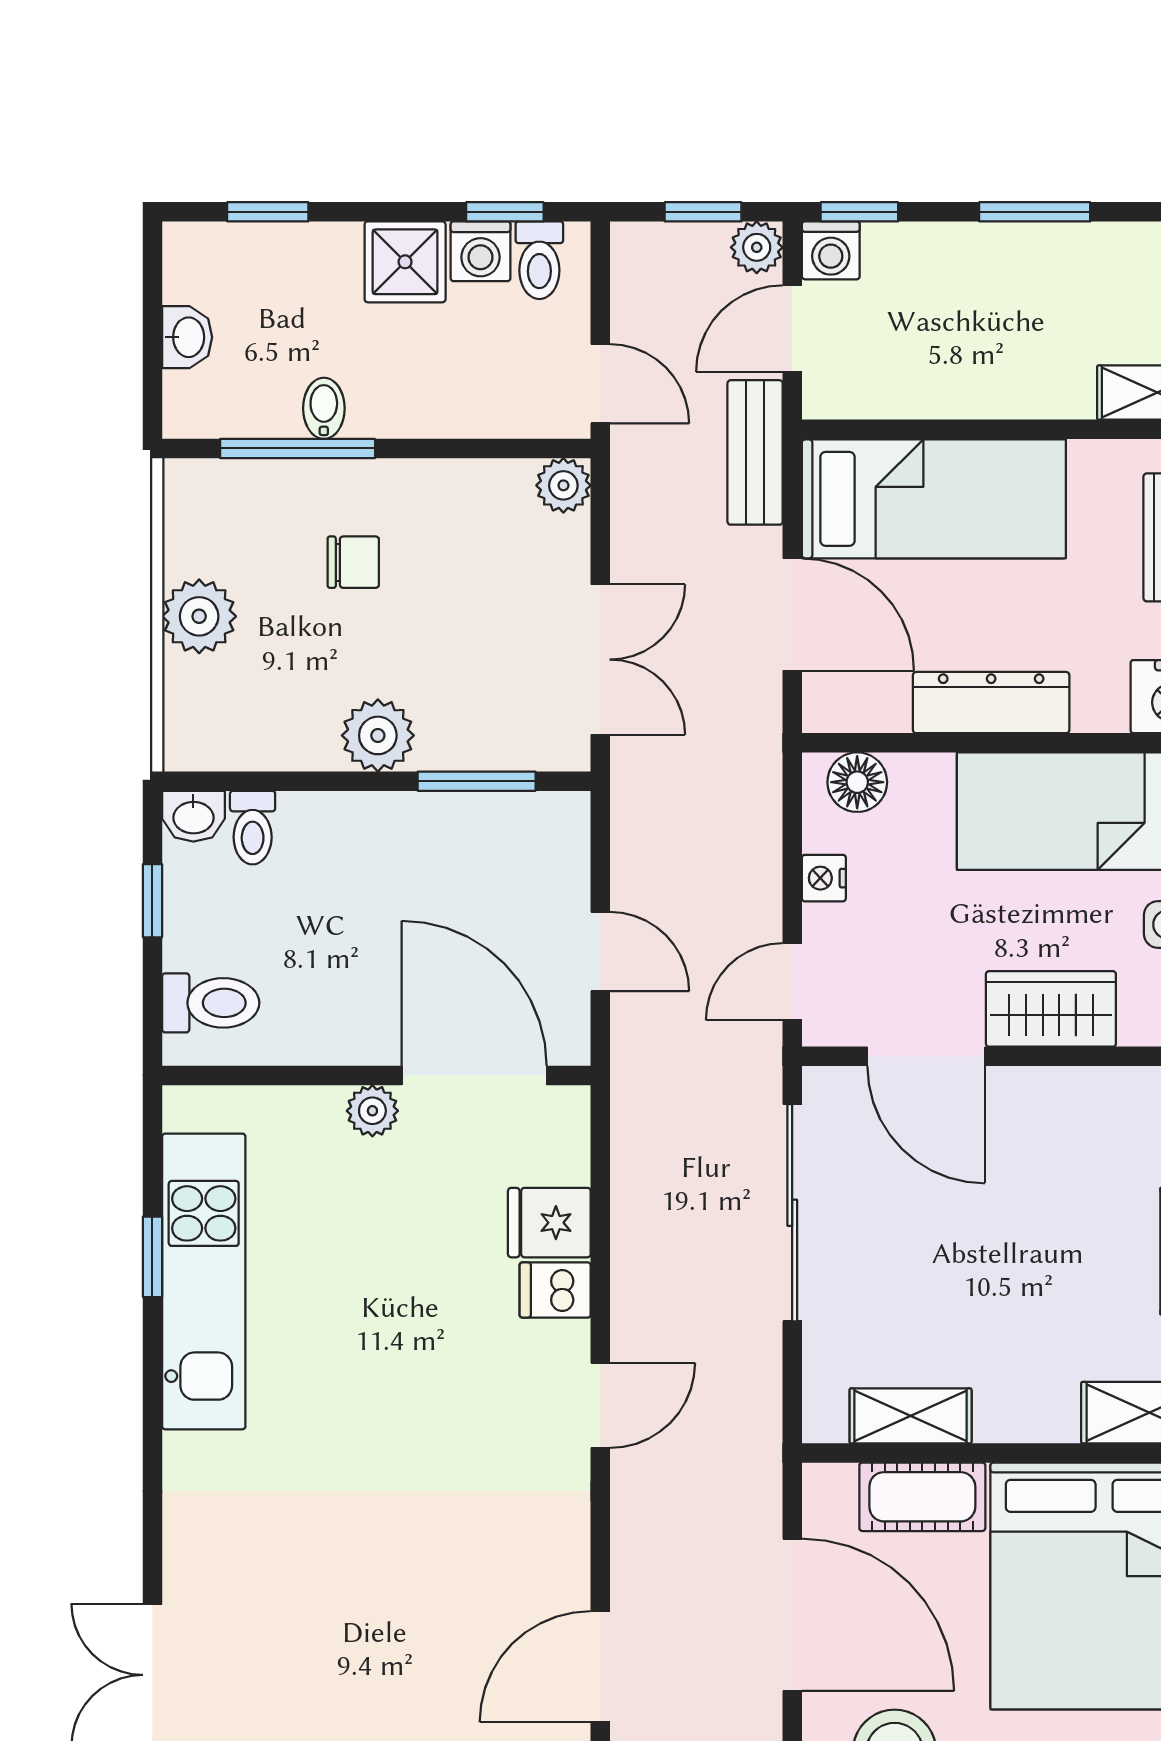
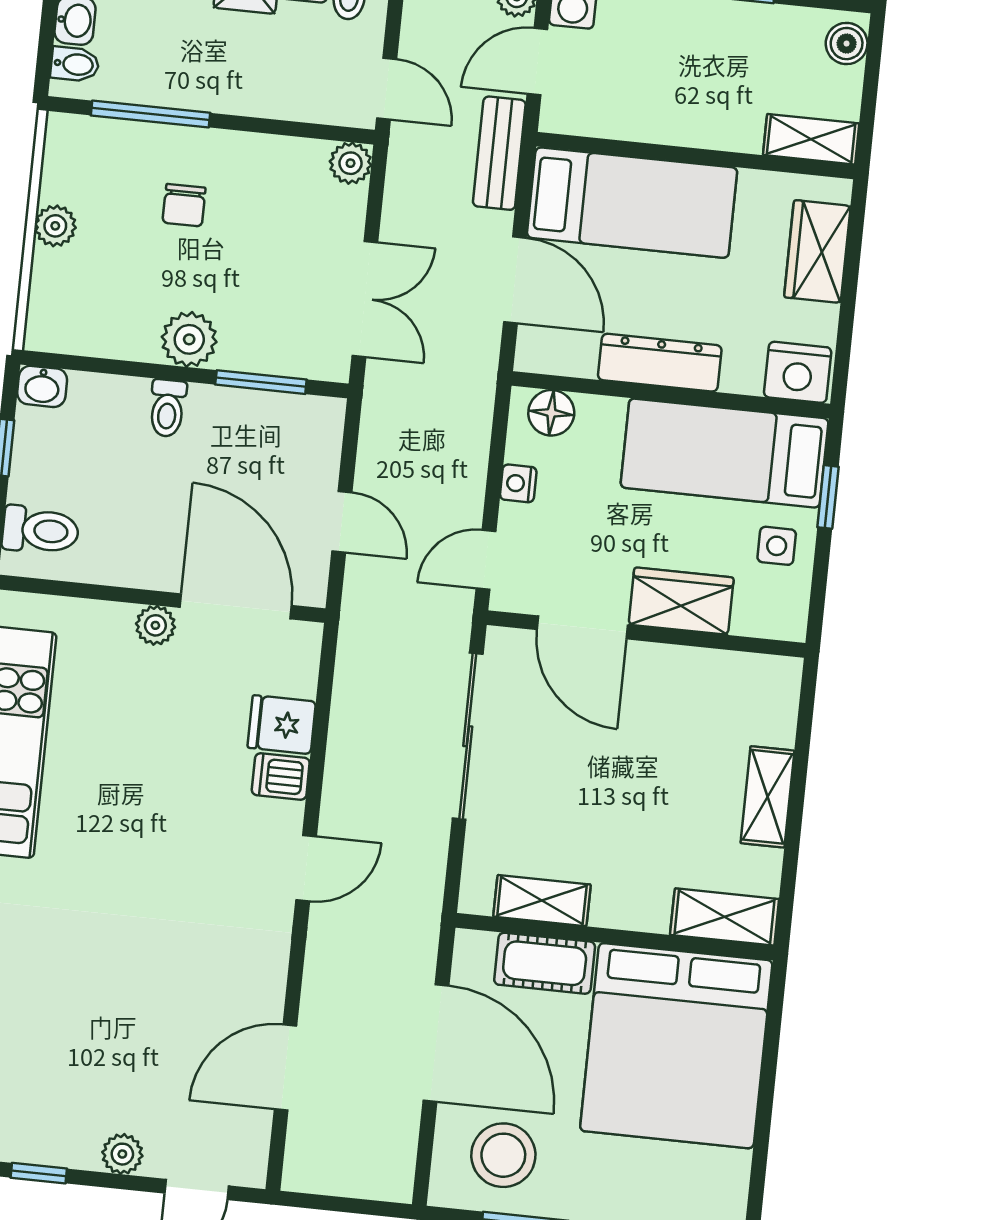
bidet: (324, 408) -> (75, 64), moved, turned 90
chair: (353, 562) -> (184, 205), turned 90
plant: (199, 616) -> (55, 226), width x0.73, depth x0.73
toilet: (253, 828) -> (167, 408), moved

